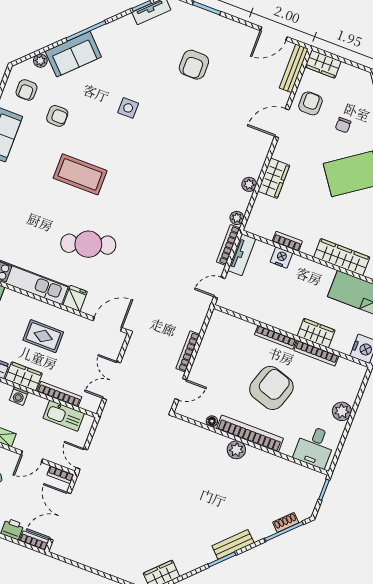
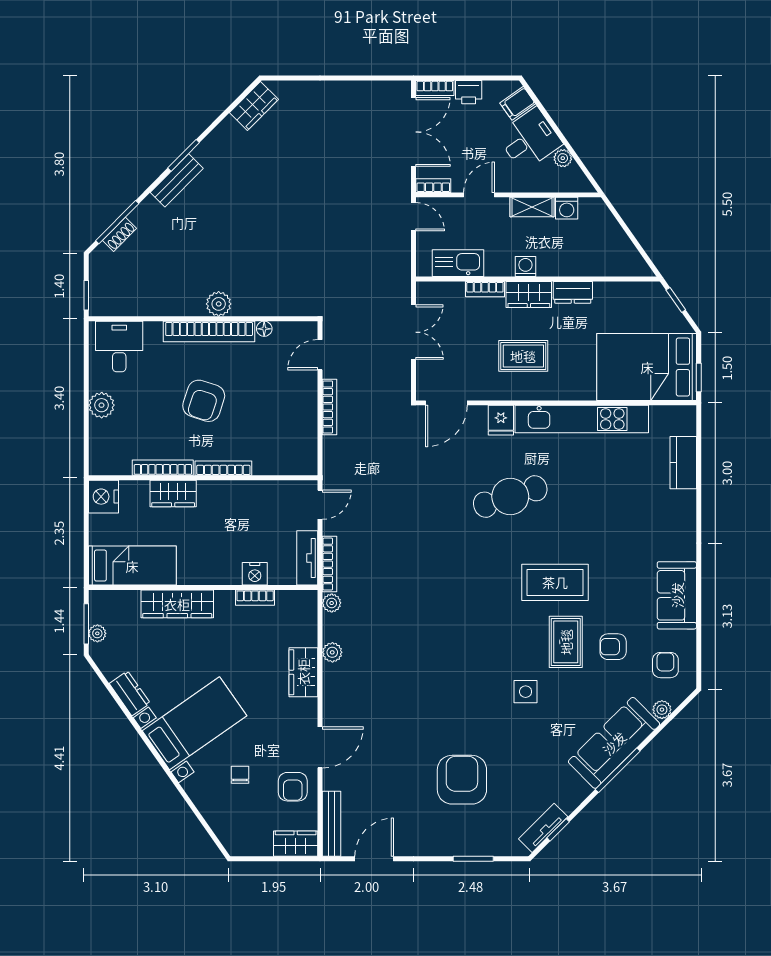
sofa: (73, 54) -> (614, 743), width x1.36
armchair: (194, 65) -> (462, 780), width x1.36, depth x1.36
rug: (88, 131) -> (566, 642), added
armchair: (271, 388) -> (204, 401), width x0.73, depth x0.73
bookcase: (59, 394) -> (485, 289), width x0.64

